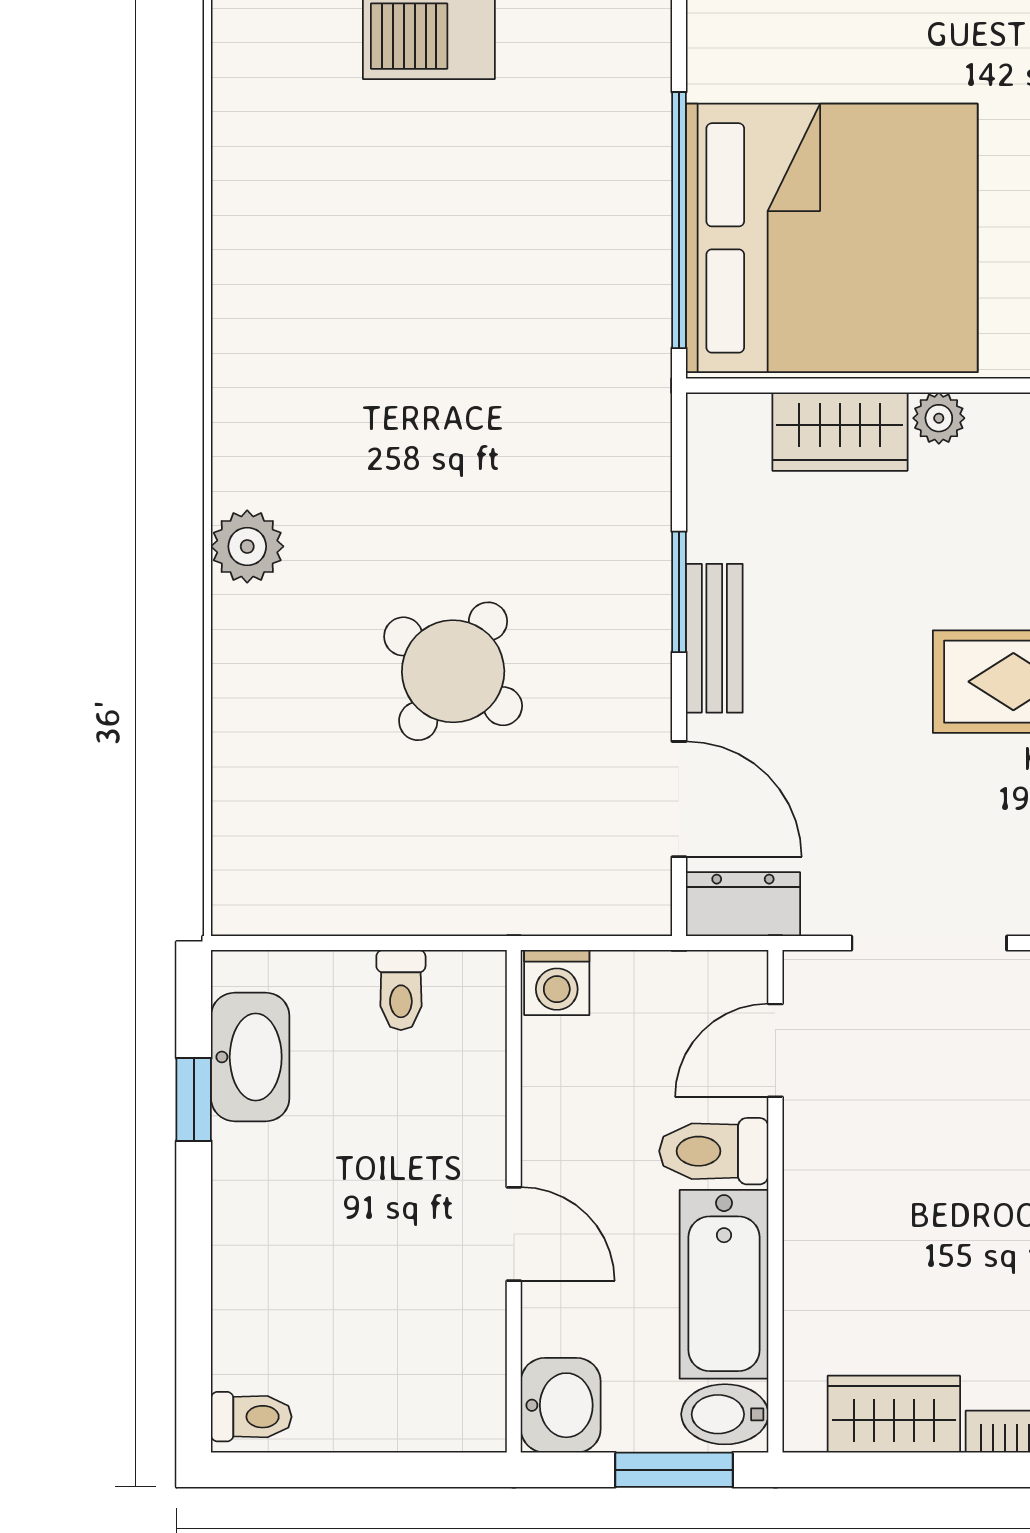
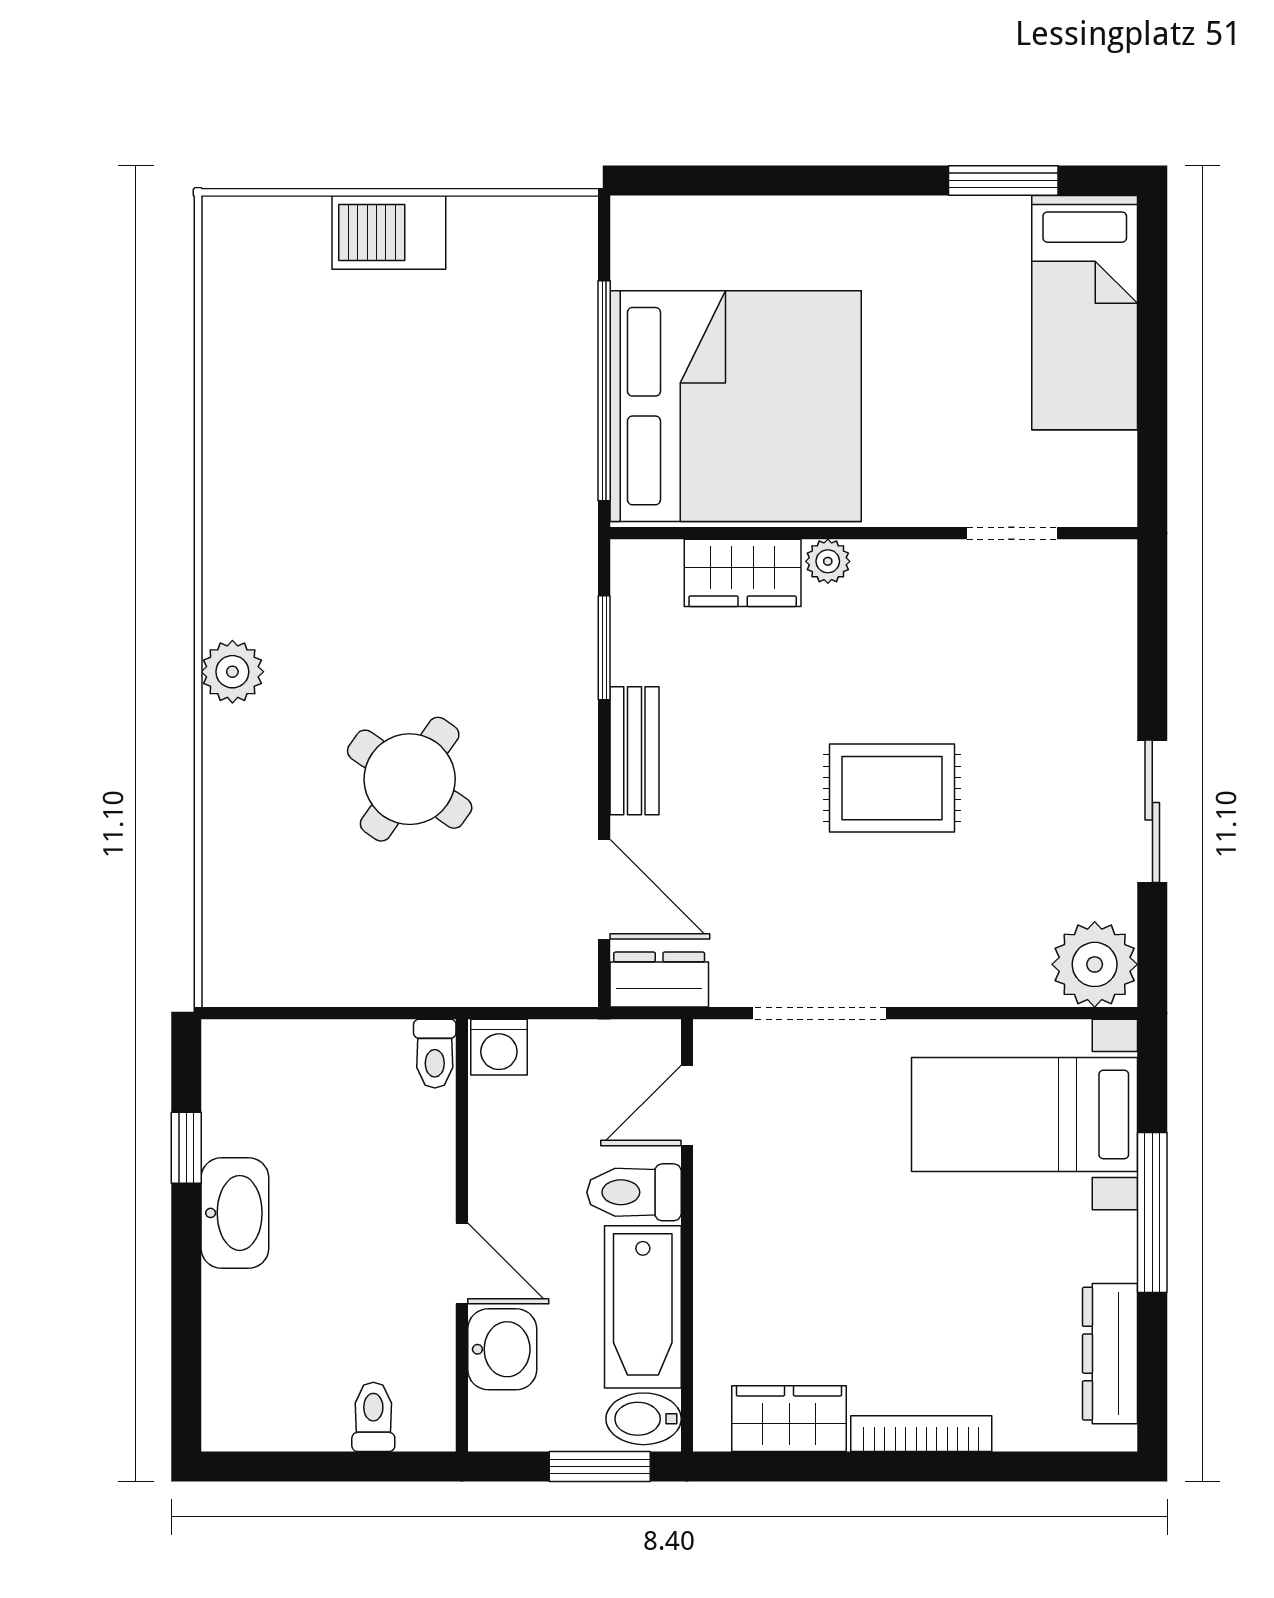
window: (679, 592) -> (604, 648), moved
toilet: (401, 990) -> (435, 1054), moved
washbasin: (250, 1057) -> (235, 1213), moved
washbasin: (561, 1405) -> (502, 1349), moved
toilet: (251, 1417) -> (373, 1417), moved, turned -90

